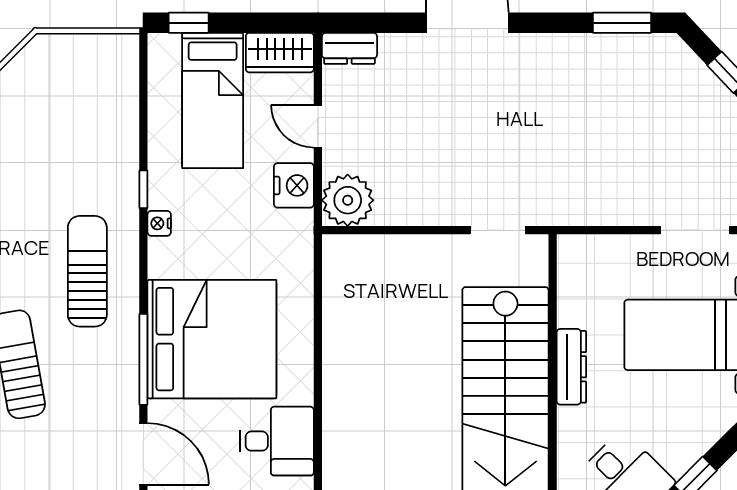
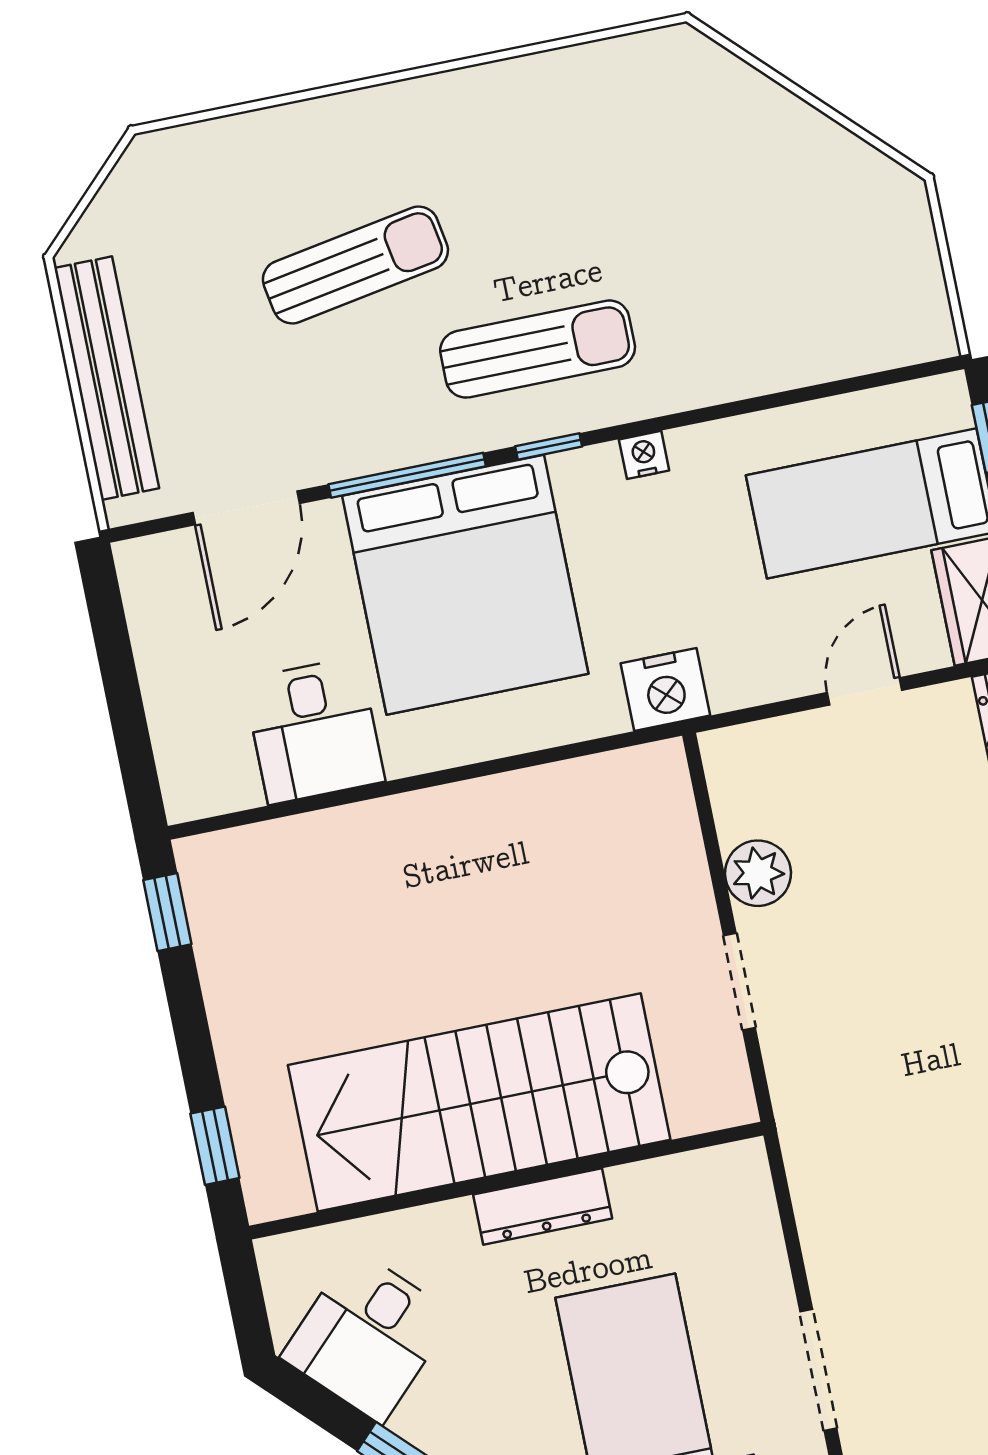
nightstand: (294, 185) -> (665, 689), moved
window: (143, 189) -> (549, 446), moved
plant: (348, 200) -> (758, 873), moved, width x0.73, depth x0.73
doorway: (498, 230) -> (739, 981), moved

